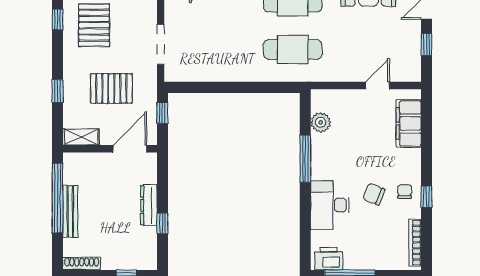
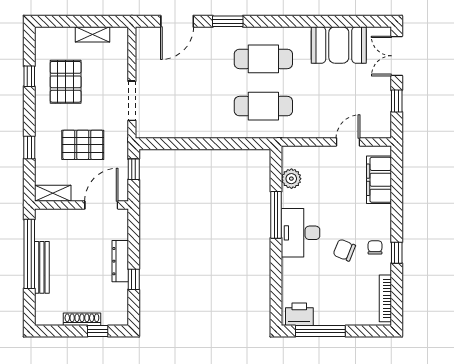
desk: (330, 205) -> (301, 233), moved
shoe rack: (82, 264) -> (82, 319), moved

